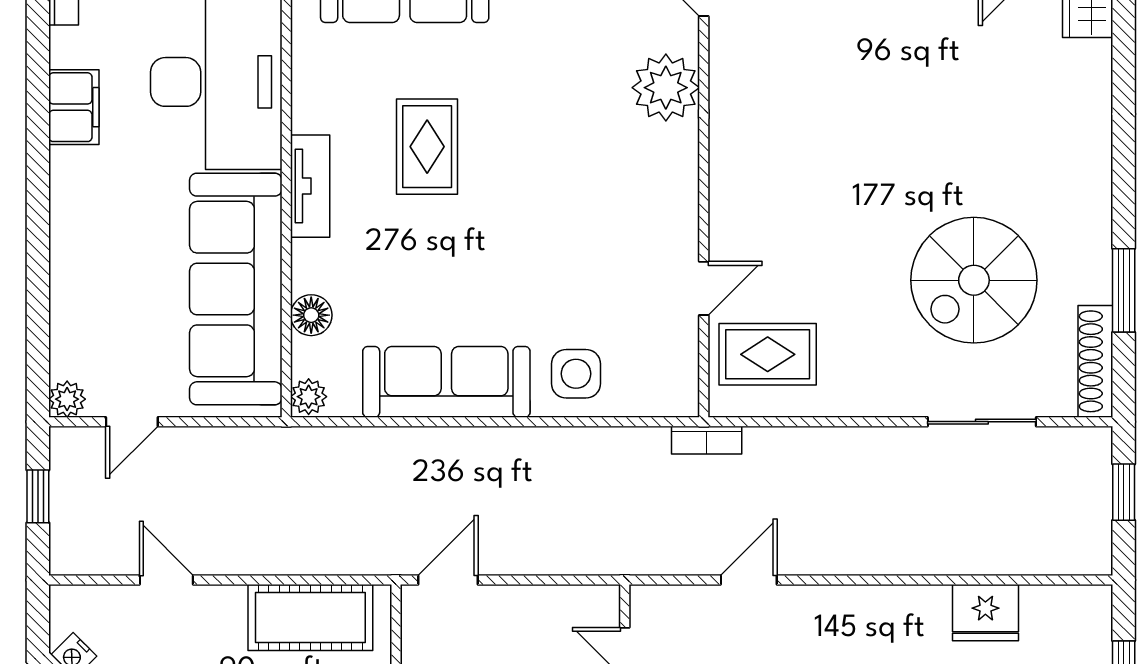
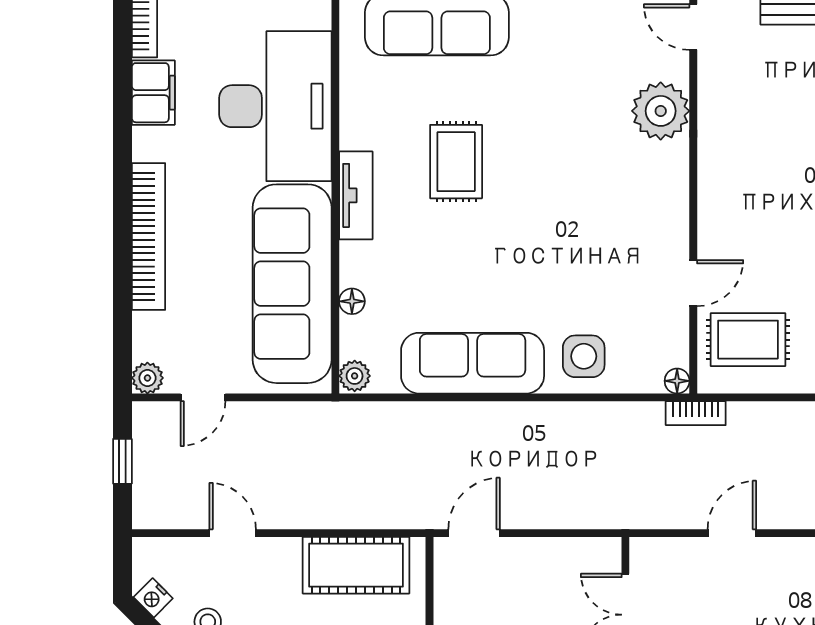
filing cabinet: (74, 107) -> (153, 93), moved
bookcase: (68, 234) -> (149, 236), added
floor lamp: (311, 315) -> (352, 301), width x0.73, depth x0.73
floor lamp: (685, 403) -> (677, 381), added

